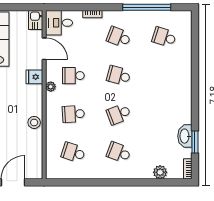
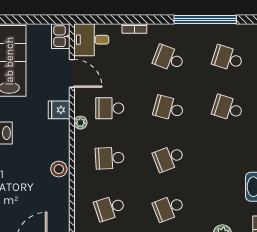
school desk: (164, 76) -> (228, 108), added
school desk: (73, 152) -> (110, 208), turned -36
school desk: (119, 152) -> (169, 208), turned -42

